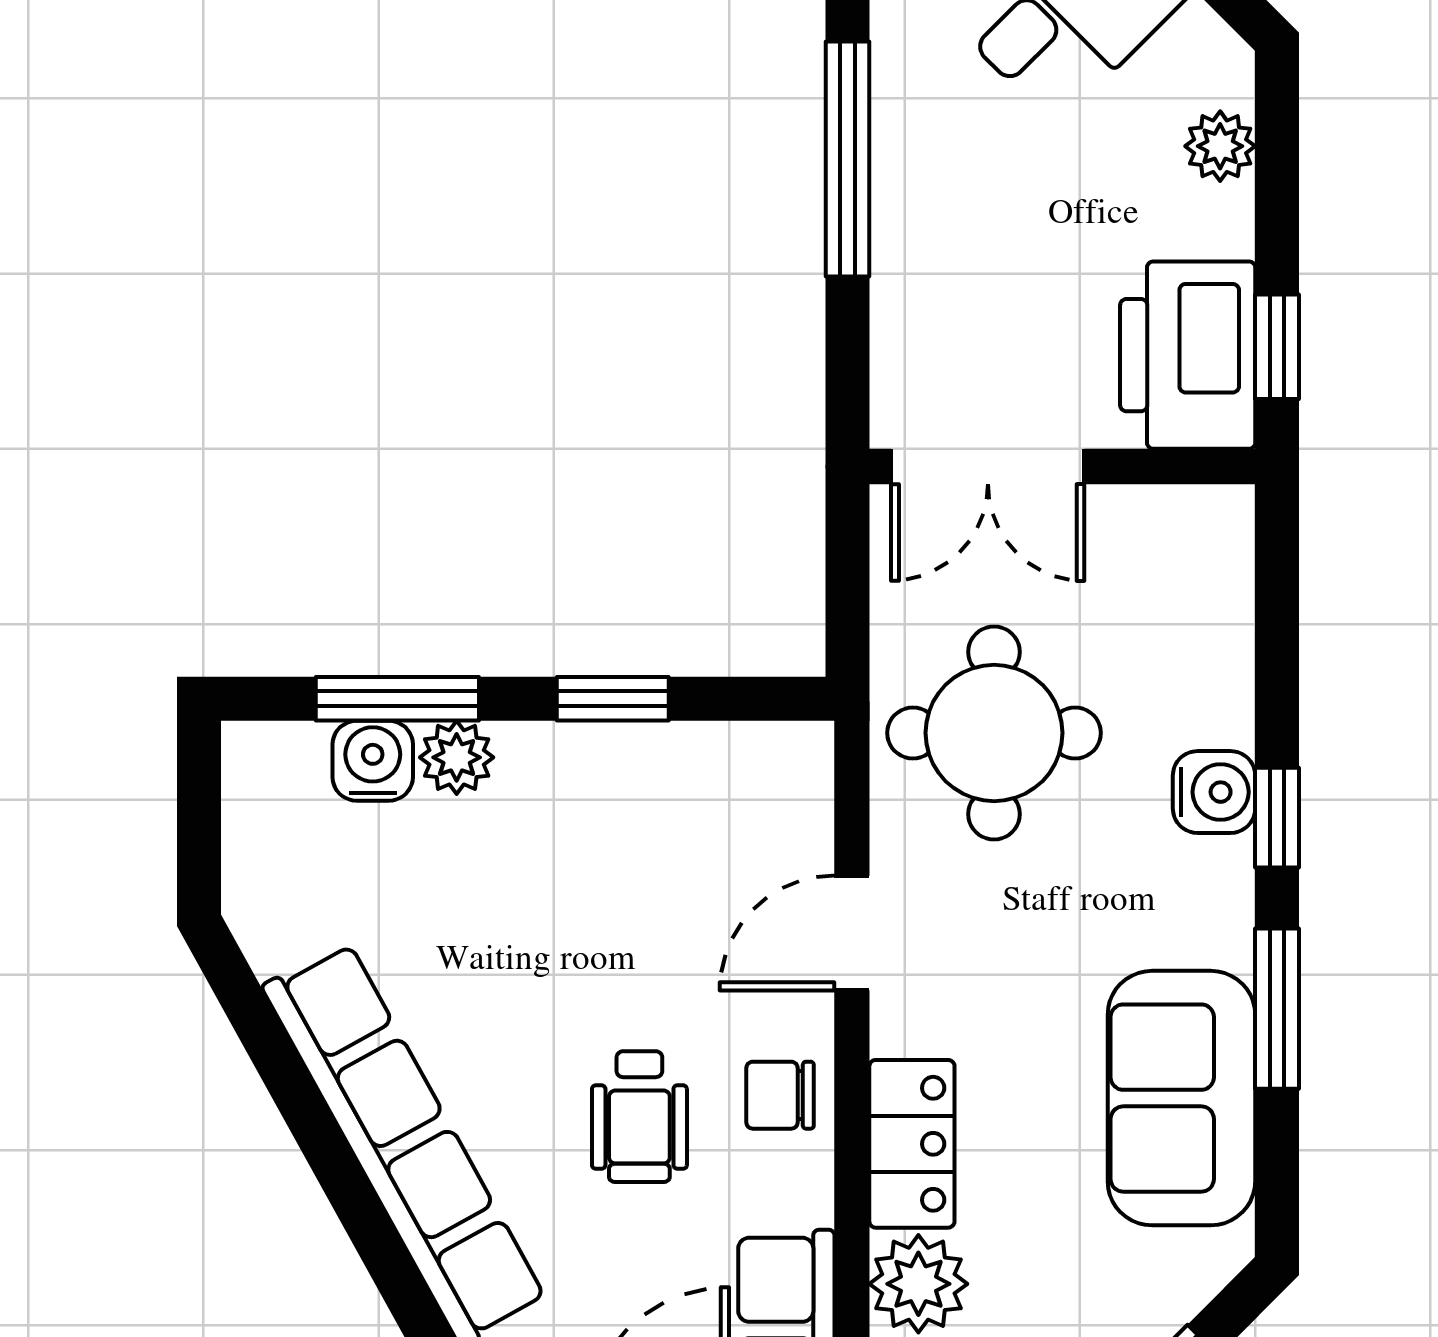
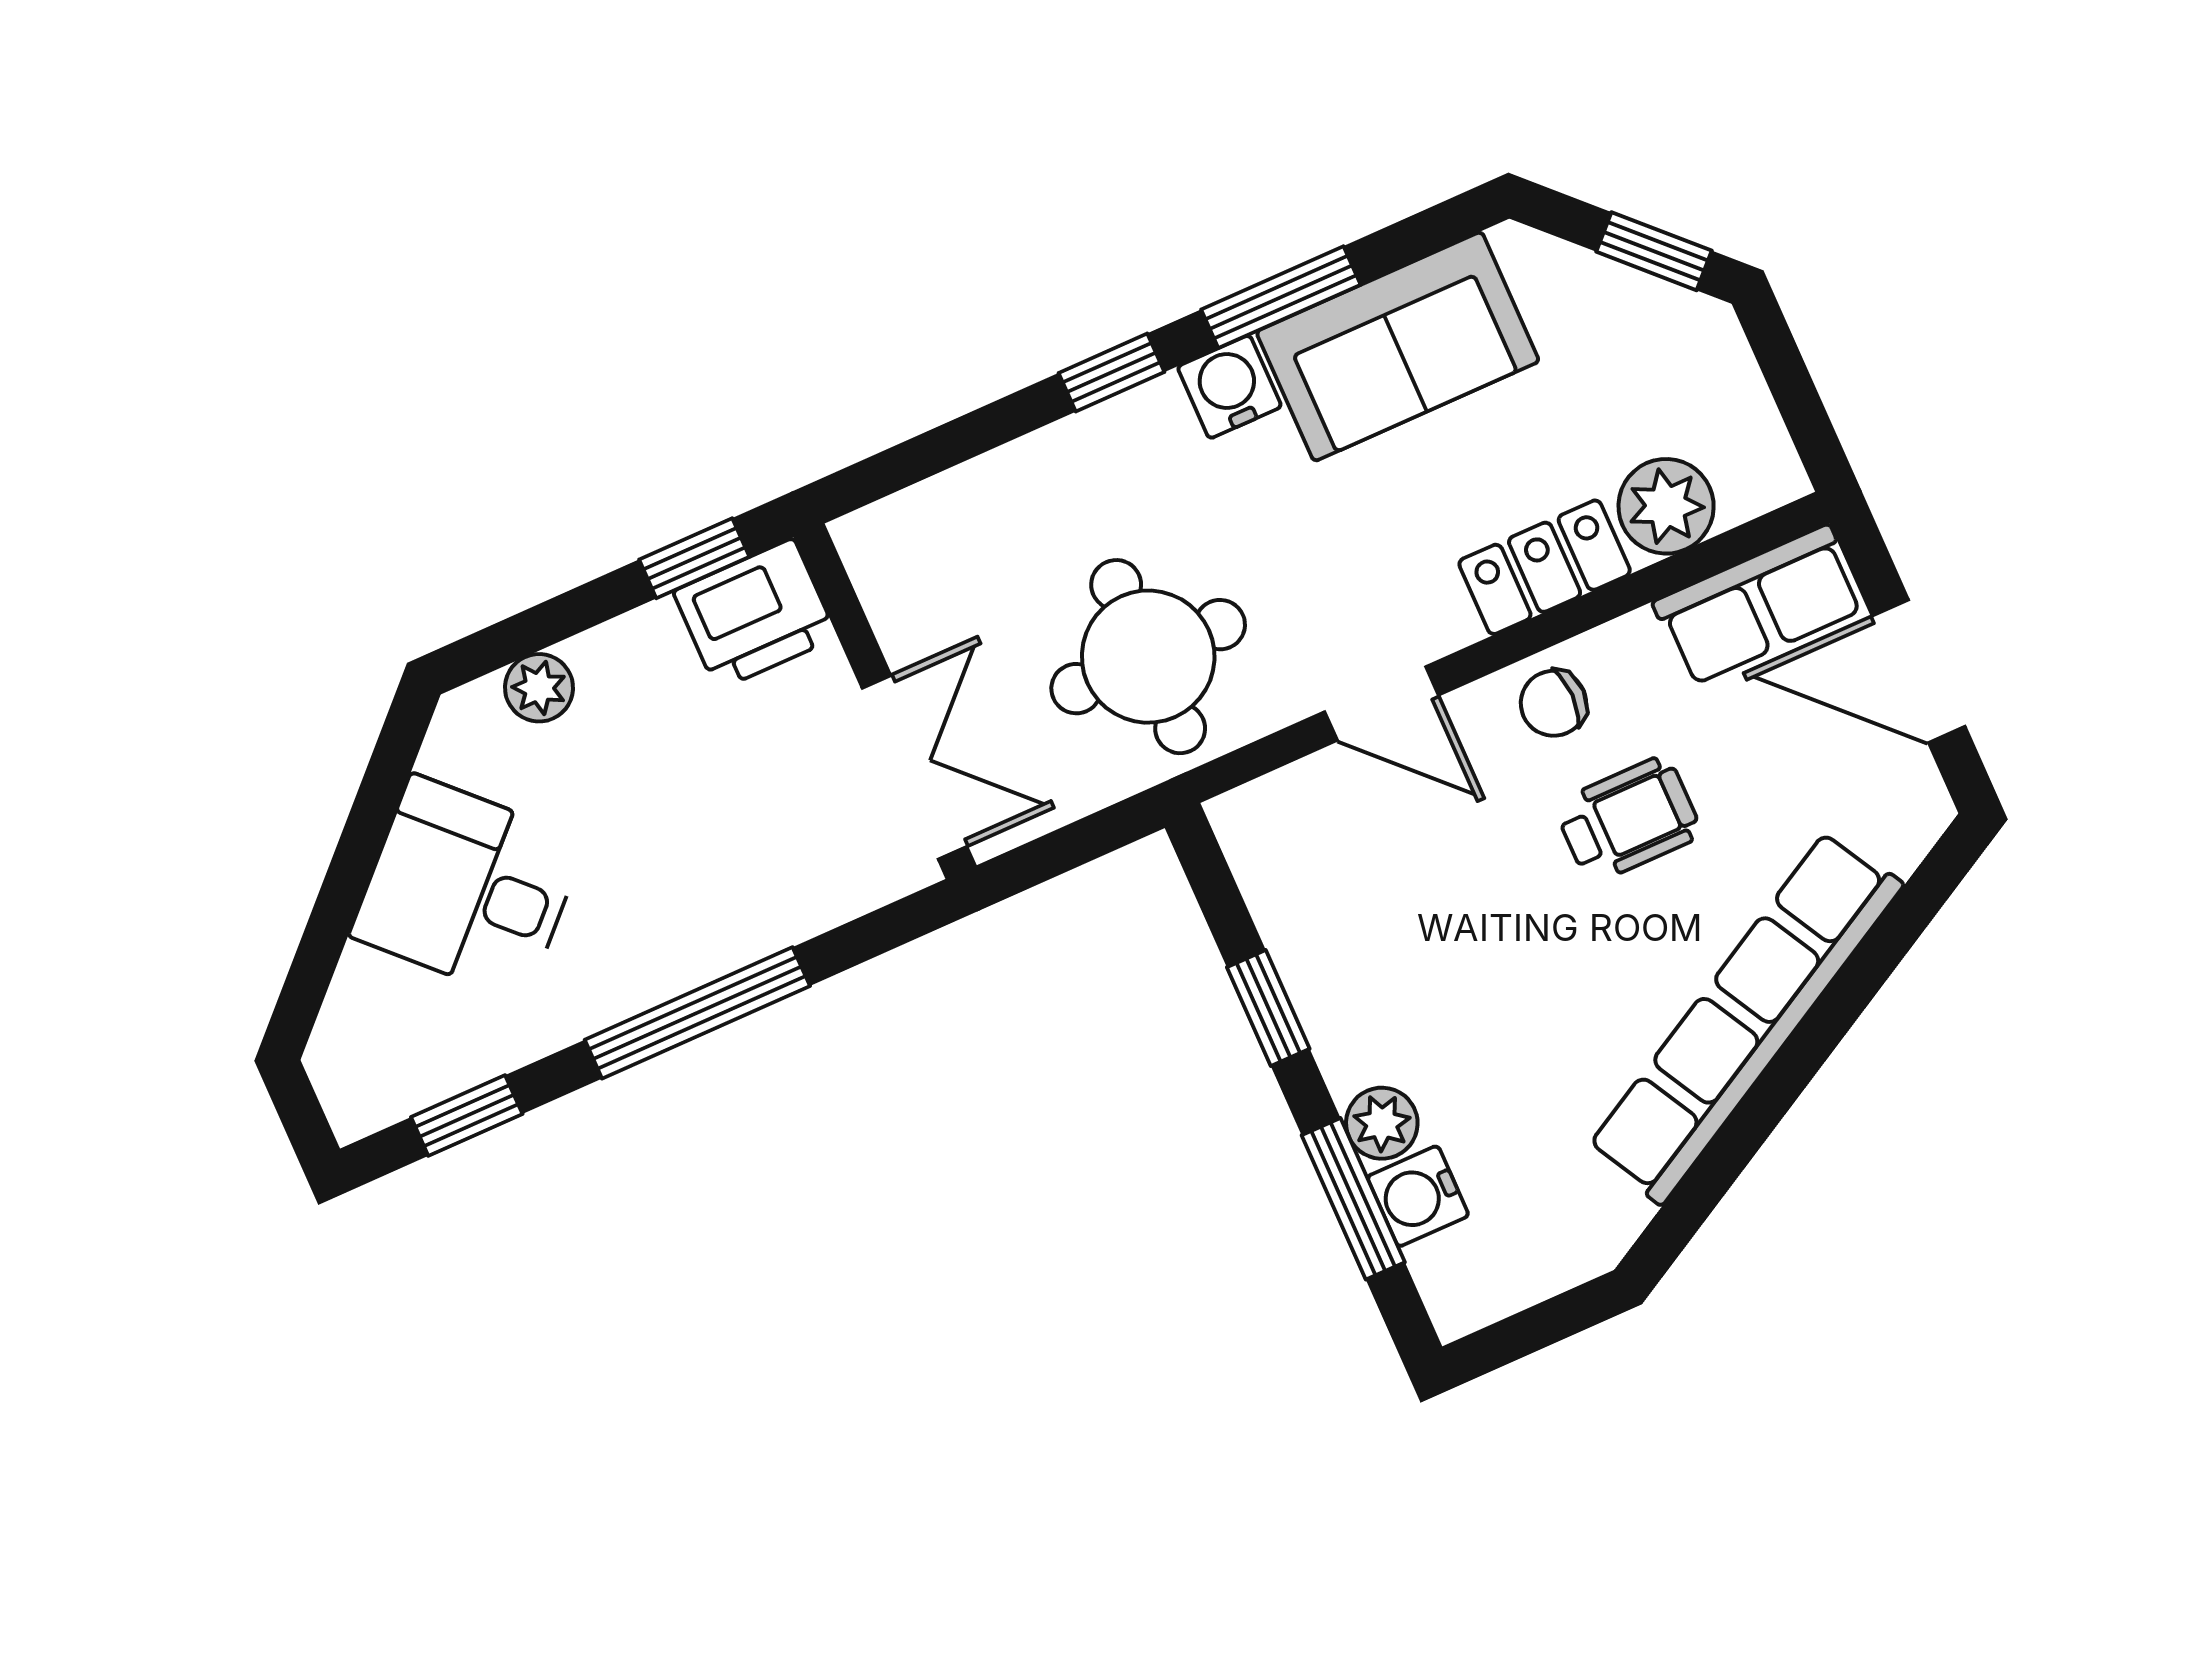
printer: (1188, 355) -> (755, 614), width x0.73, depth x0.84
water cooler: (1214, 792) -> (1229, 387), moved
chair: (780, 1095) -> (1553, 703), turned 90

